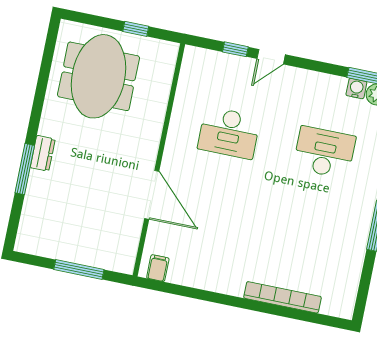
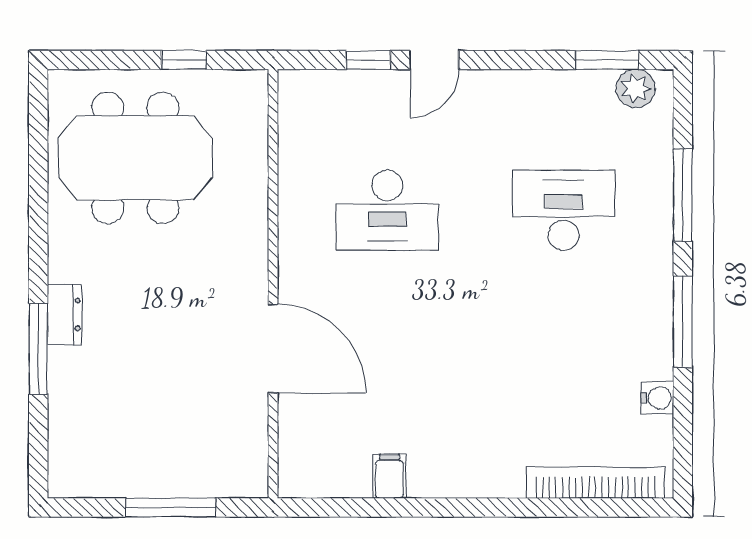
meeting table: (99, 76) -> (135, 158), turned 90
water cooler: (356, 89) -> (657, 398), moved, turned 90
filing cabinet: (158, 268) -> (389, 476), moved
bookcase: (282, 297) -> (596, 483), moved

